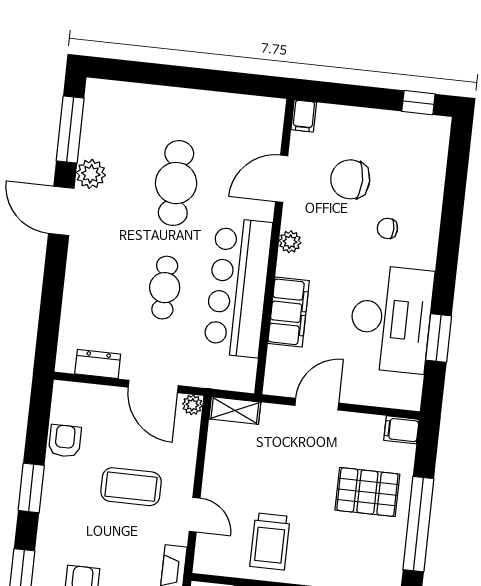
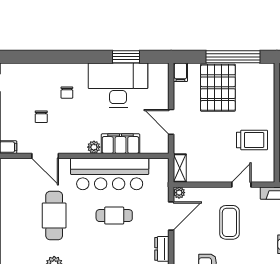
chair: (350, 179) -> (41, 117), width x0.54, depth x0.54
cafe table: (176, 183) -> (54, 216), turned 90
plant: (290, 242) -> (94, 147), moved
pallet: (367, 492) -> (218, 88), width x1.37, depth x1.41

